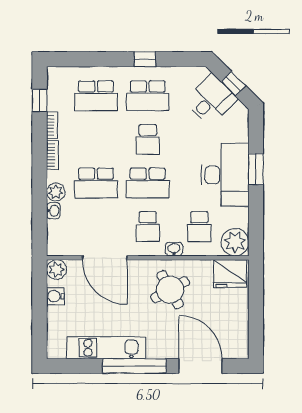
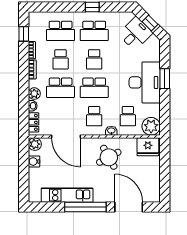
school desk: (96, 139) -> (61, 59), added
locker: (55, 236) -> (34, 122), added

